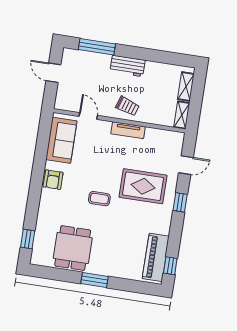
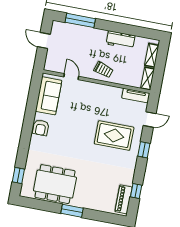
workbench: (128, 66) -> (120, 40), moved
tv unit: (128, 130) -> (136, 96), moved
coffee table: (99, 199) -> (78, 144), removed
dining table: (73, 248) -> (55, 184), width x1.37
piano: (156, 257) -> (123, 199), width x0.73, depth x0.75
window: (170, 266) -> (136, 191), moved

